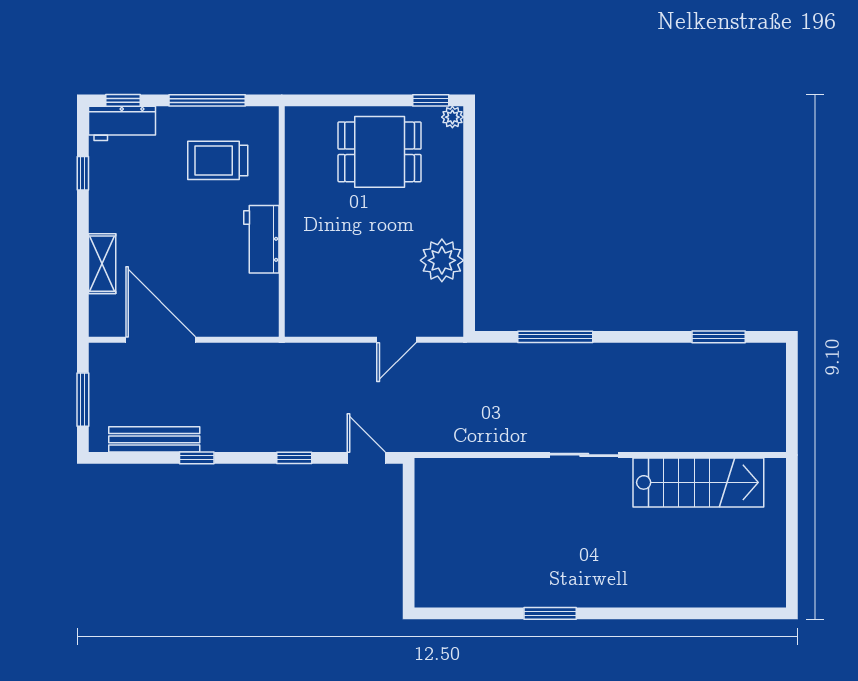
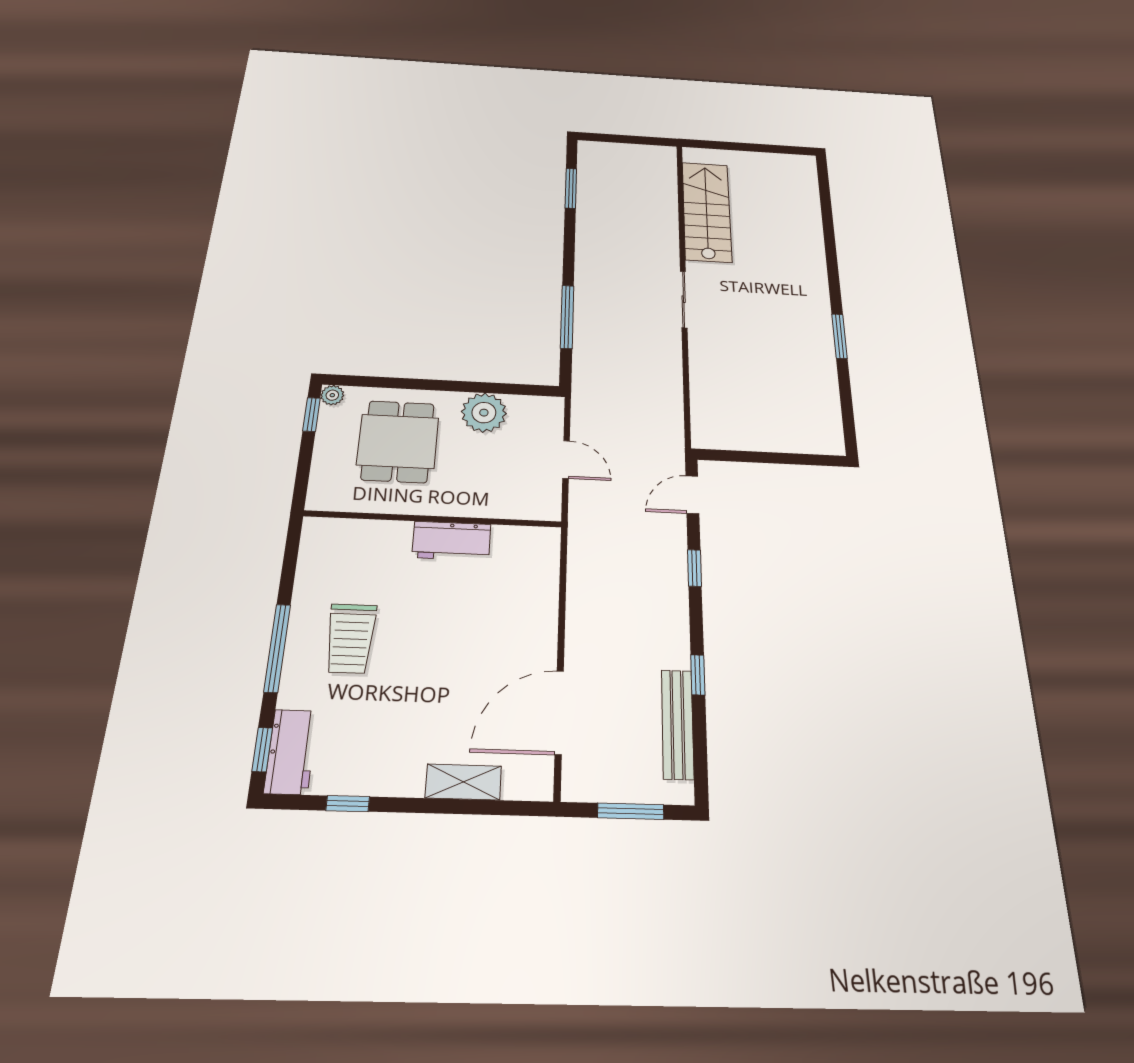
dining table: (380, 152) -> (398, 441), moved
wall: (282, 222) -> (433, 519), moved
workbench: (261, 239) -> (451, 541), moved

